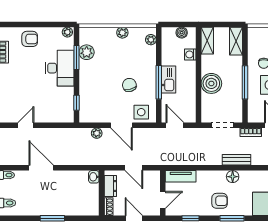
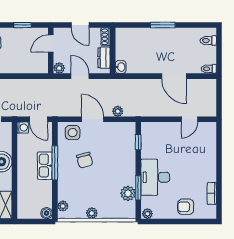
boiler: (182, 33) -> (47, 213), moved
washing machine: (190, 54) -> (23, 128), moved
plant: (154, 176) -> (59, 68), added
tv unit: (181, 176) -> (33, 68), removed

